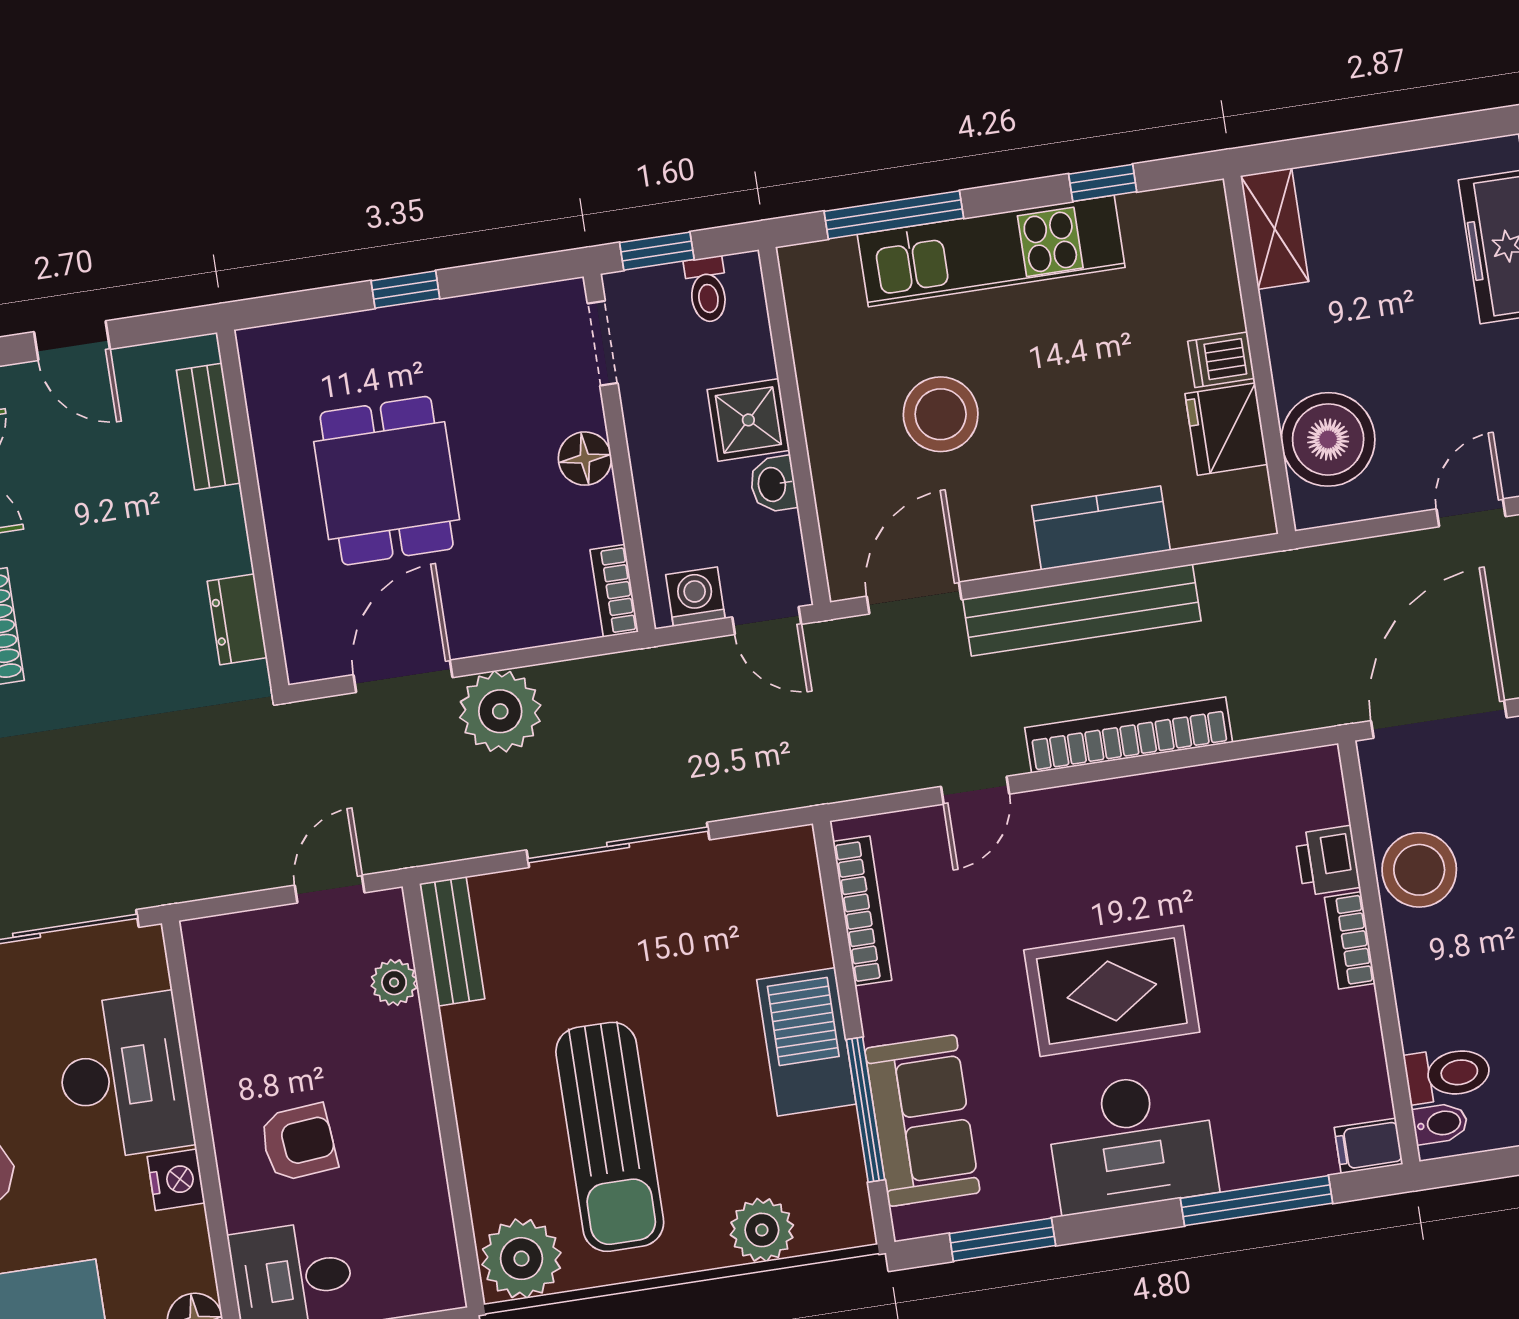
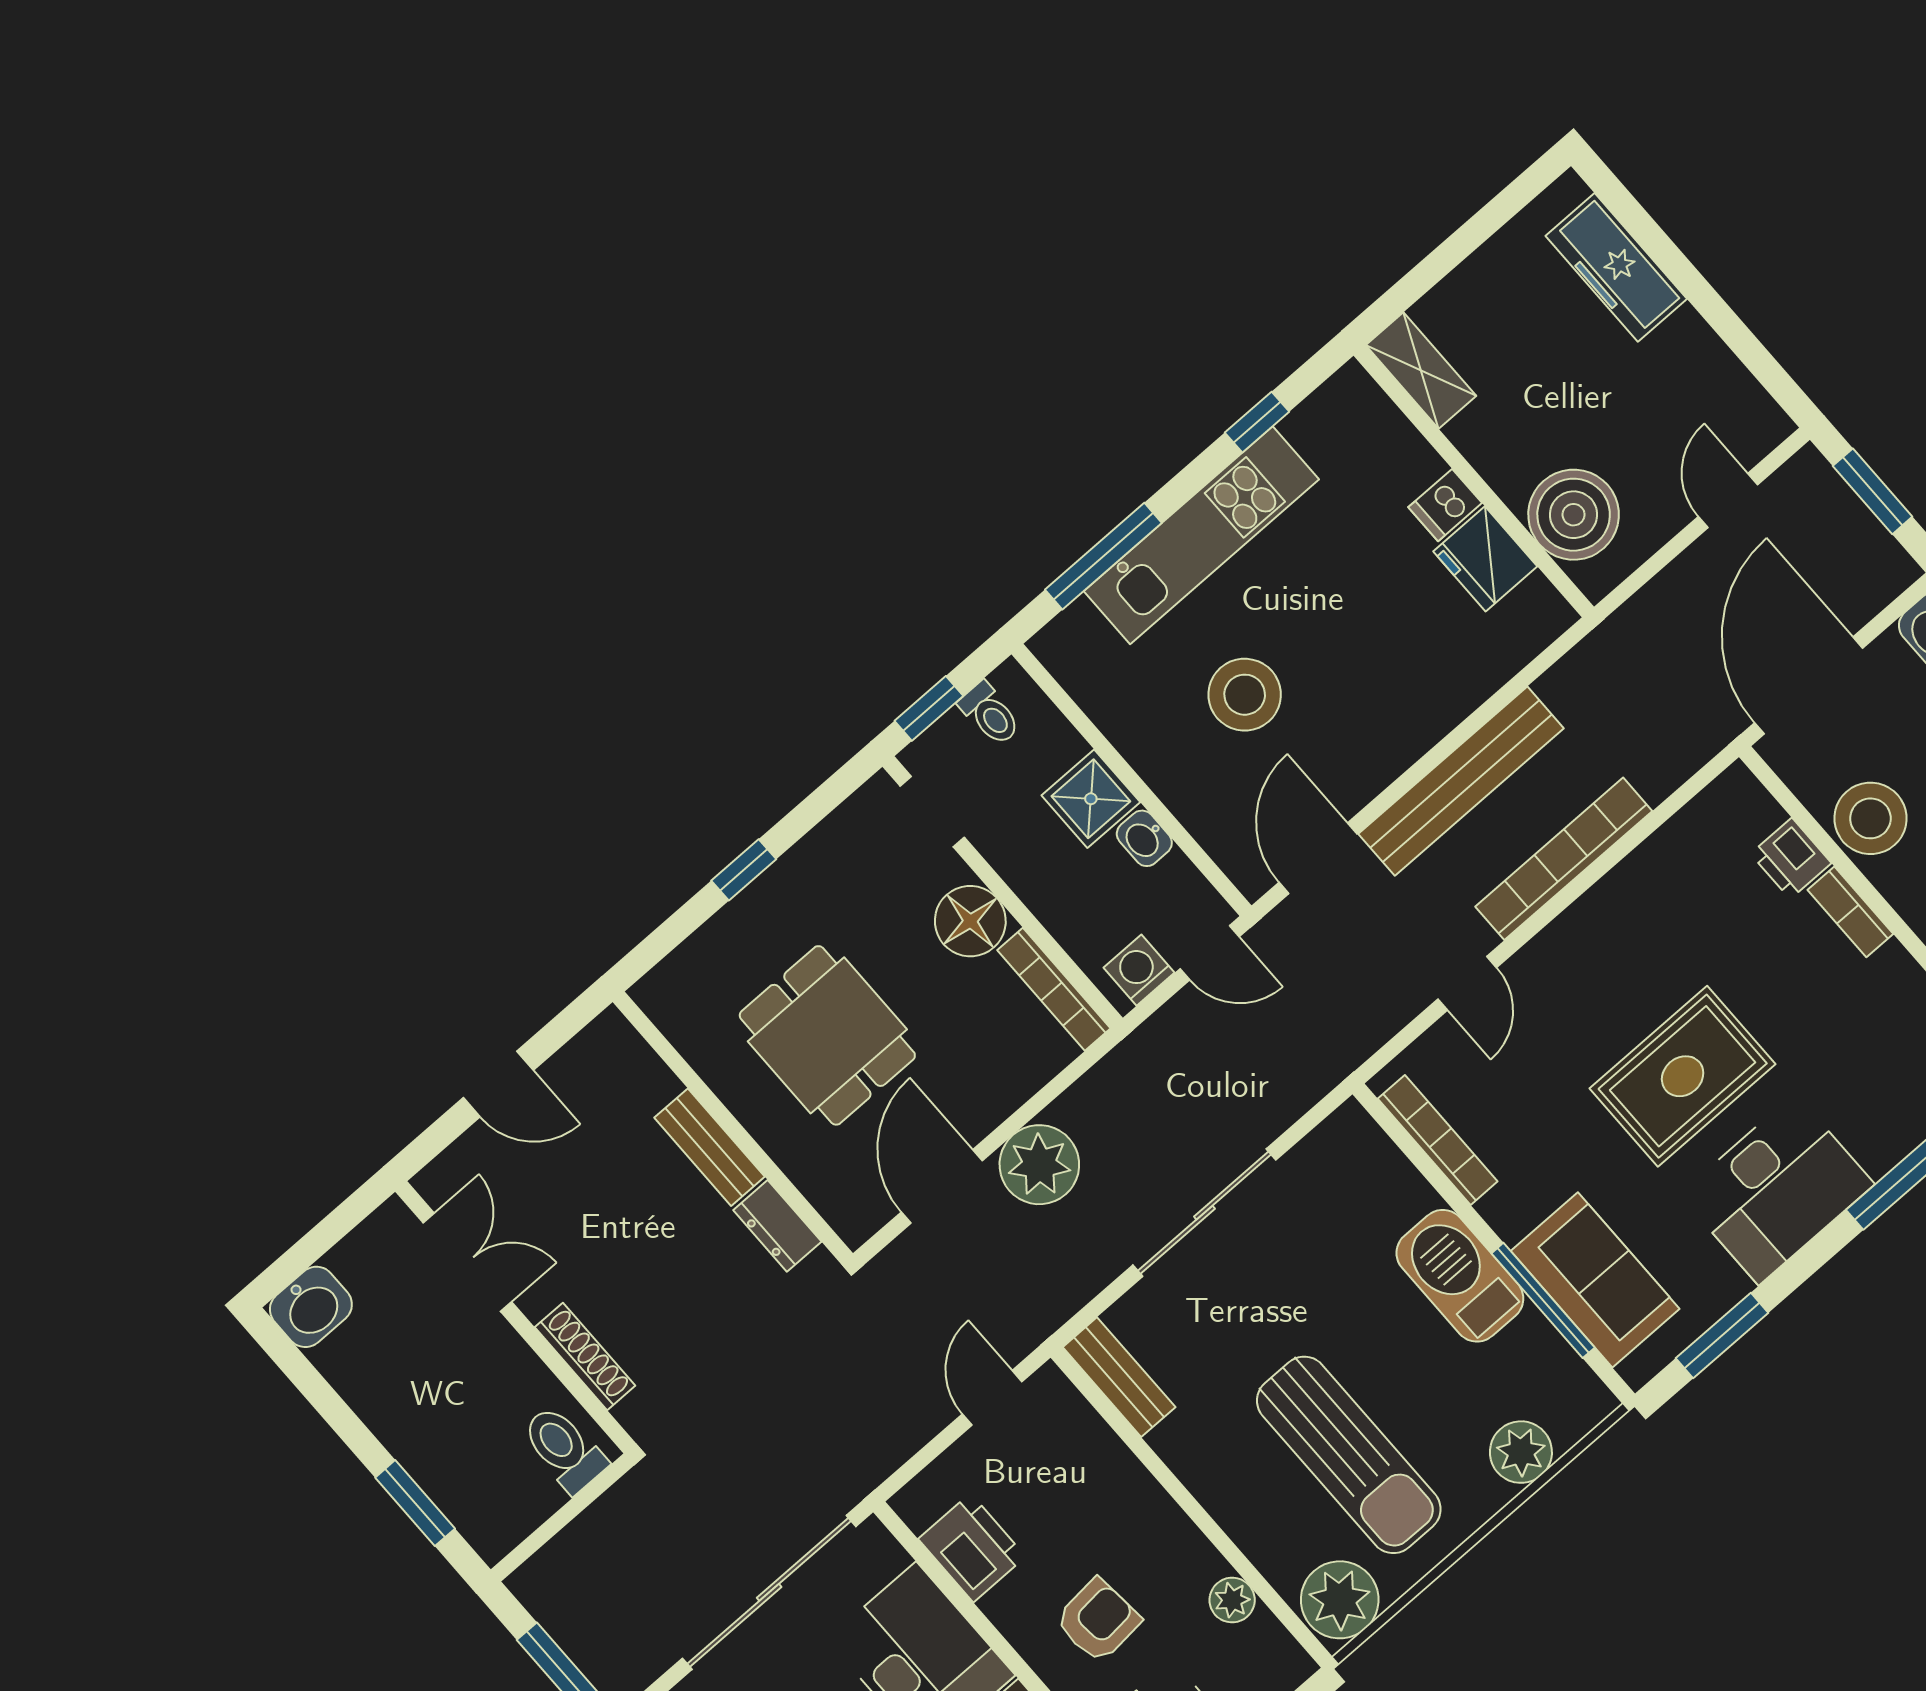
bench: (208, 427) -> (710, 1147), moved
floor lamp: (585, 459) -> (970, 921), width x1.38, depth x1.38
kitchen counter: (1101, 528) -> (1434, 704), removed
bookcase: (614, 591) -> (1054, 989), width x1.56
plant: (394, 982) -> (1232, 1600), moved
printer: (229, 1009) -> (972, 1548), added

